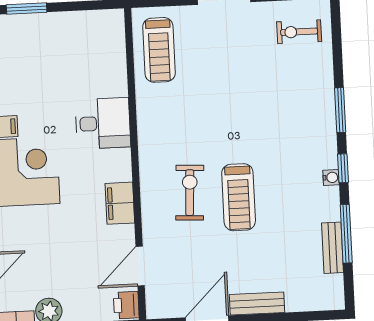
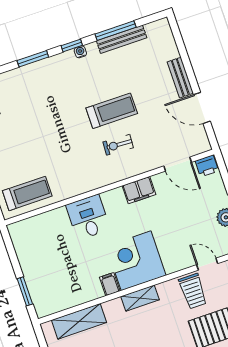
exercise bike: (190, 193) -> (118, 145), width x0.73, depth x0.72
bench: (332, 248) -> (122, 39), width x1.36

